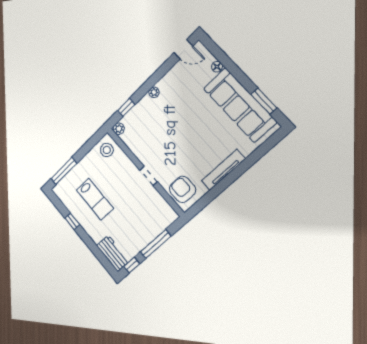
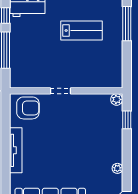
plant: (154, 92) -> (117, 168), moved
stool: (107, 150) -> (110, 75), removed
lab bench: (95, 199) -> (81, 31), turned 180

